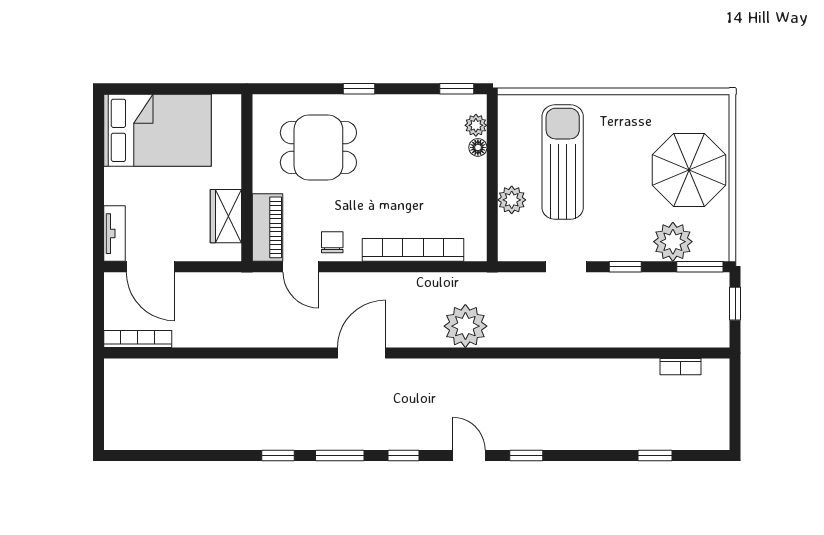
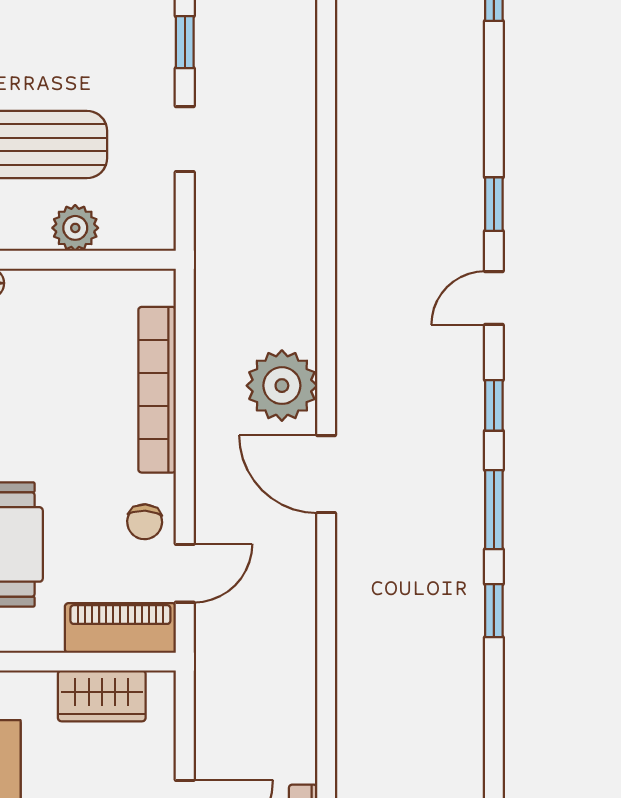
chair: (332, 242) -> (145, 522), turned -87
plant: (465, 326) -> (282, 386), moved

